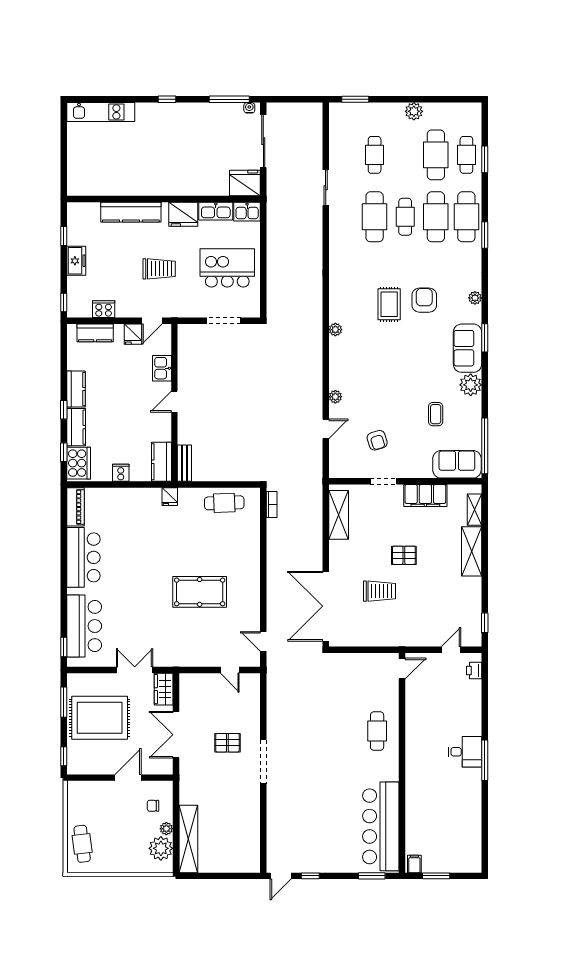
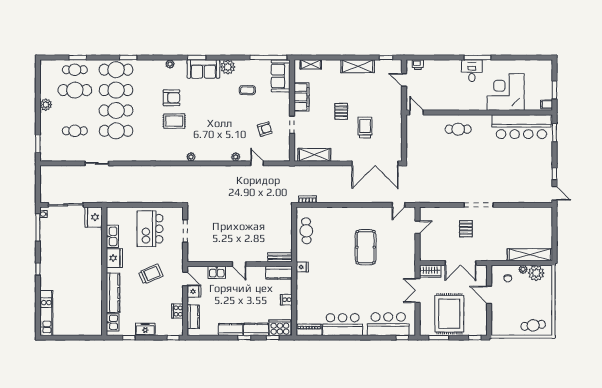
kitchen sink: (247, 212) -> (113, 322), moved
cafe table: (405, 217) -> (116, 110), width x1.37, depth x1.35
trolley: (159, 269) -> (151, 274), turned 67
armchair: (424, 300) -> (171, 98), turned 180
shelving: (472, 551) -> (358, 66), moved
corner desk: (433, 802) -> (506, 92), added

